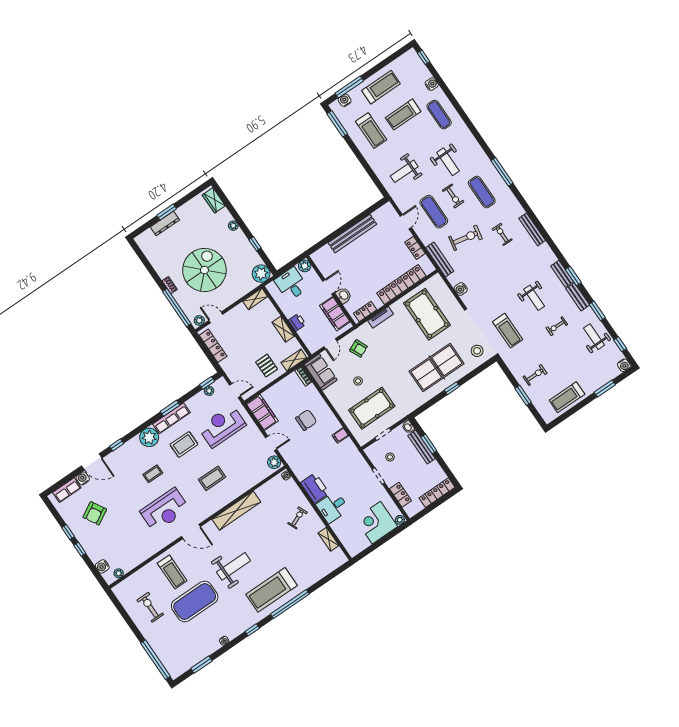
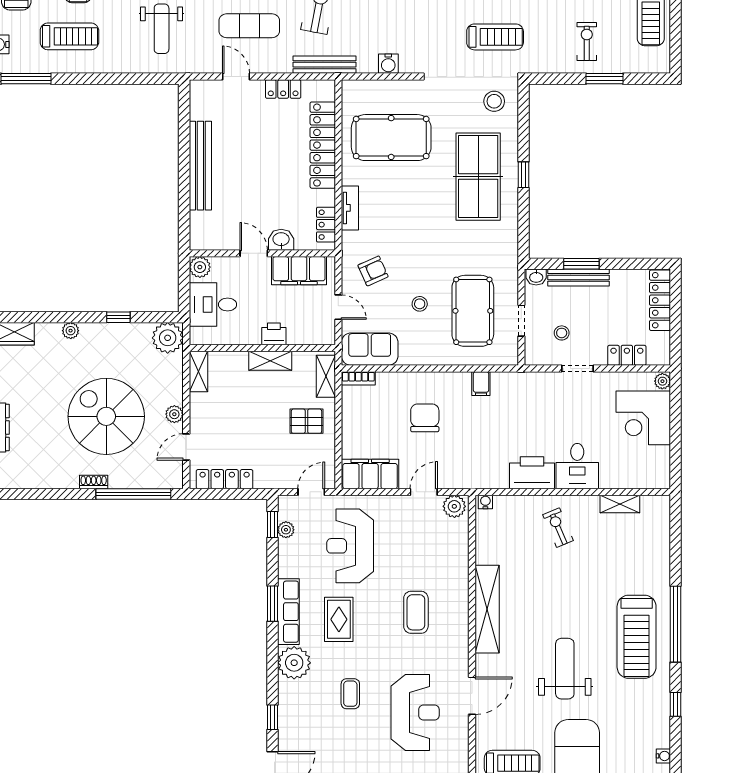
plant: (199, 320) -> (174, 414), moved

